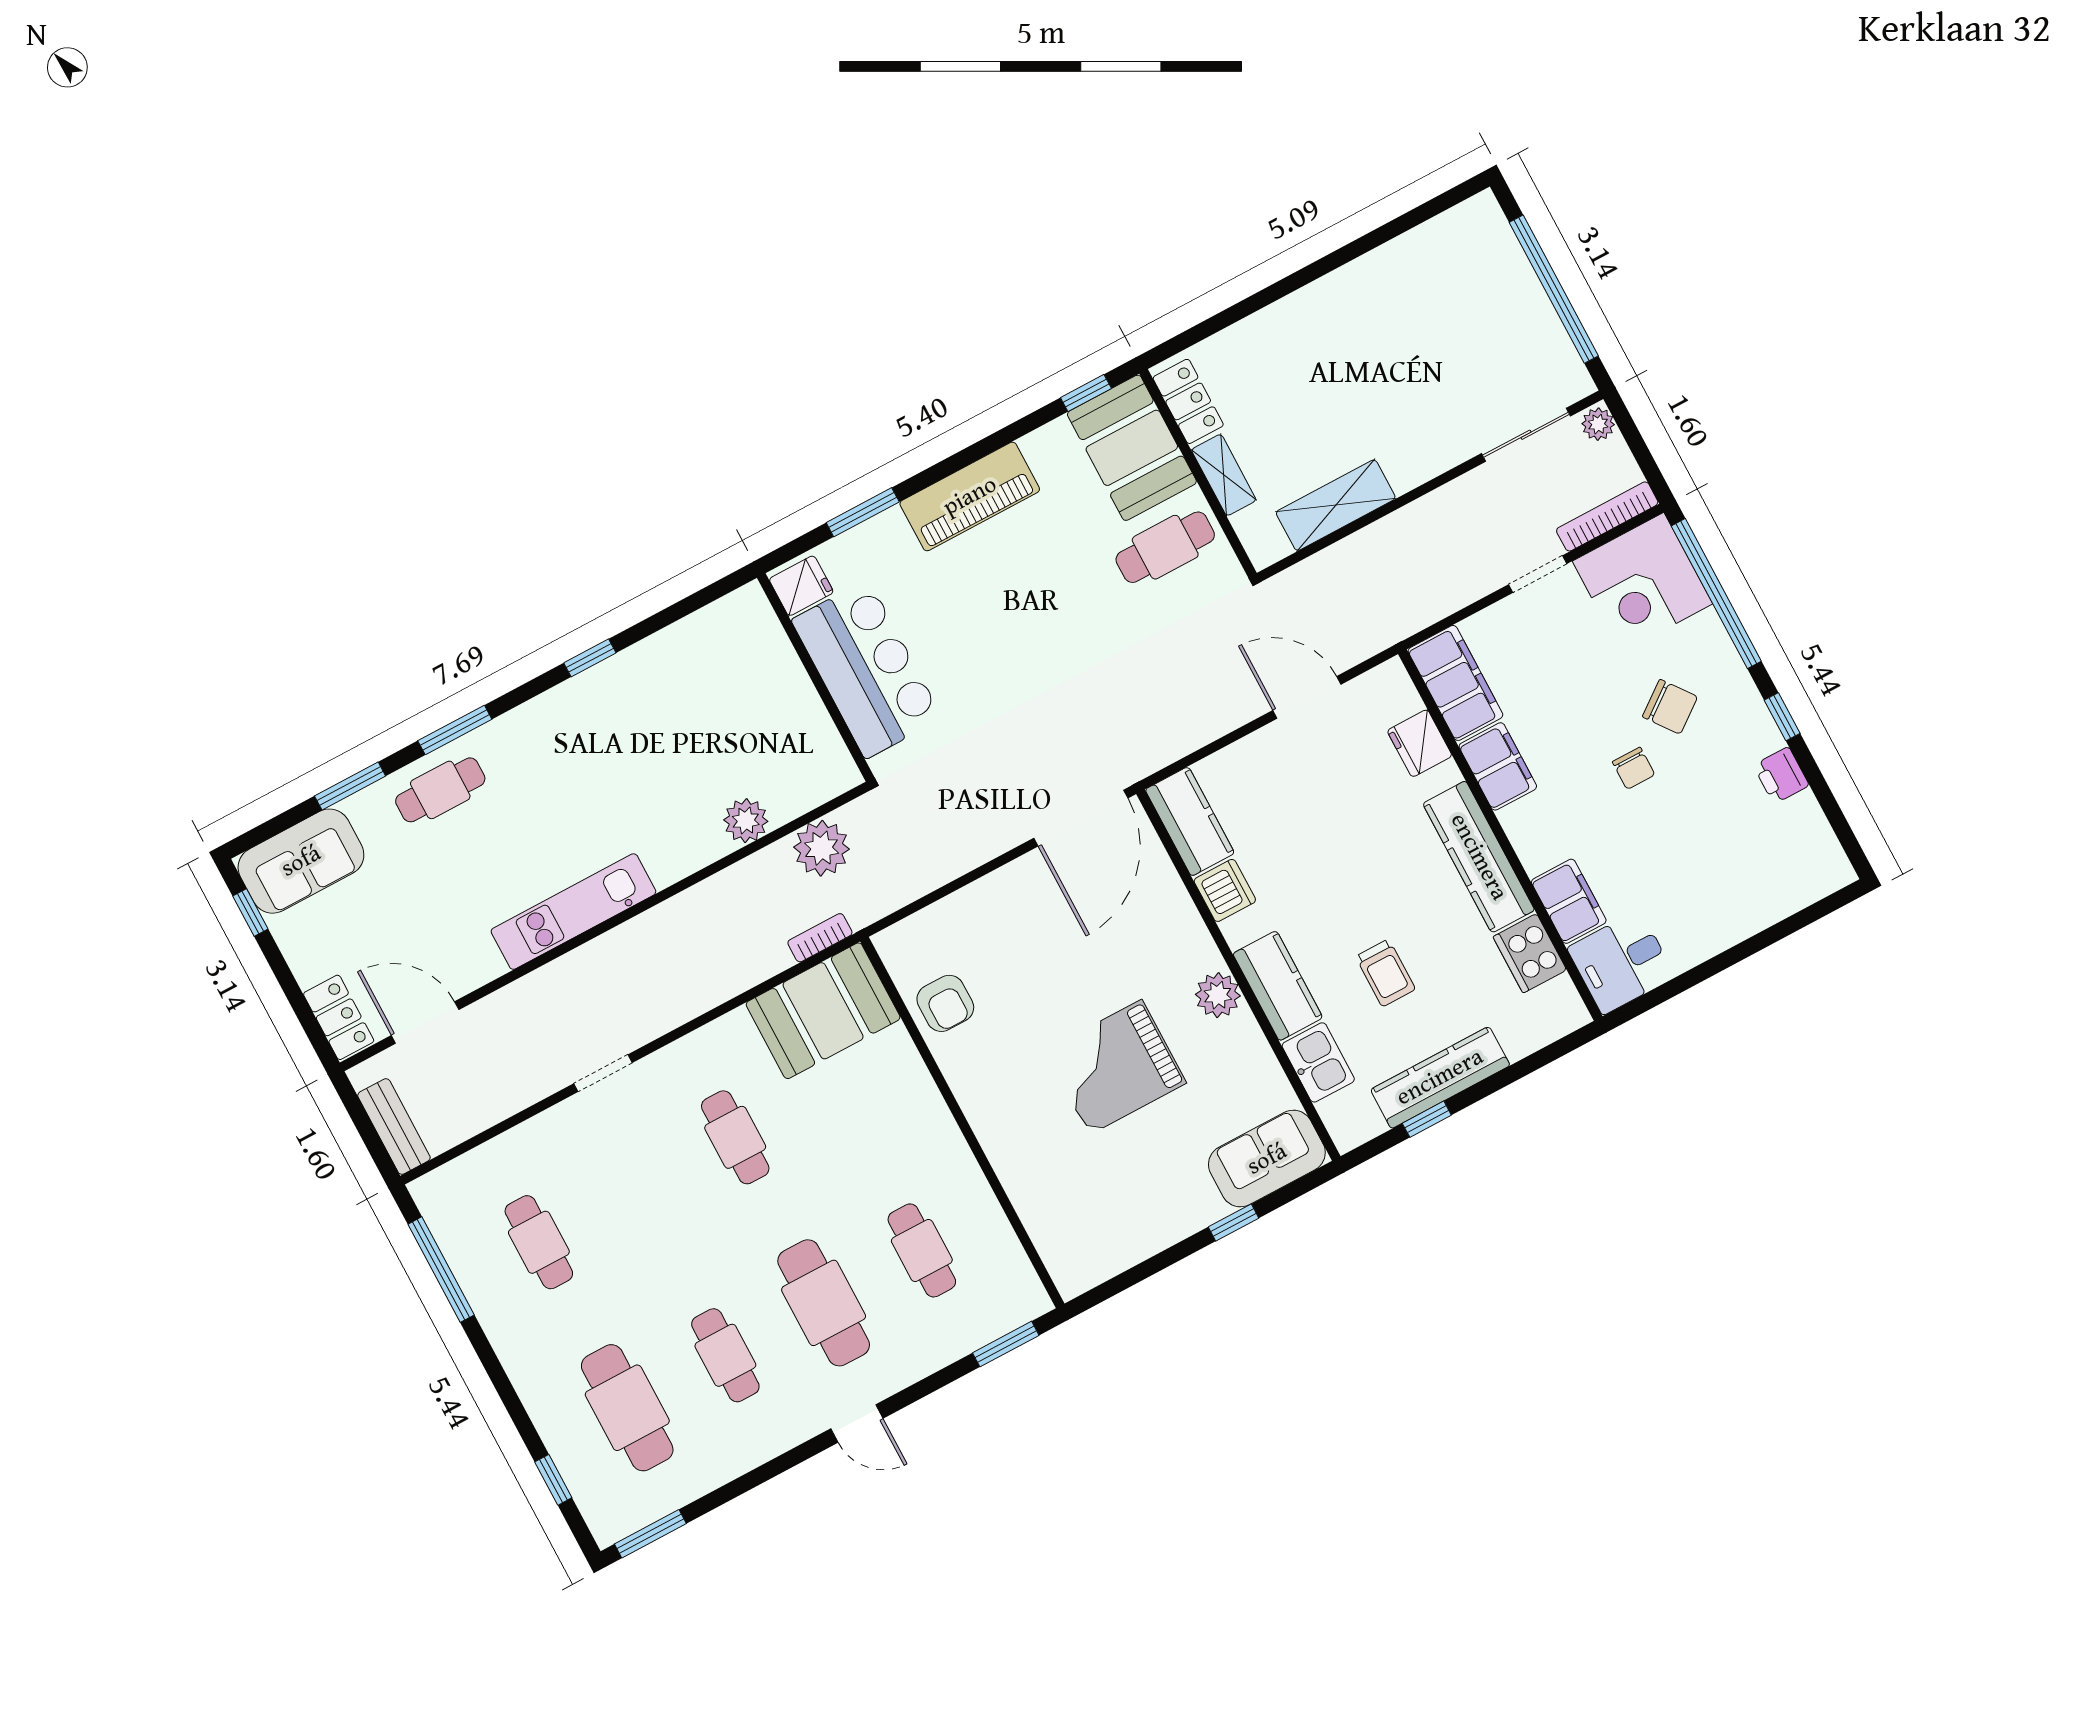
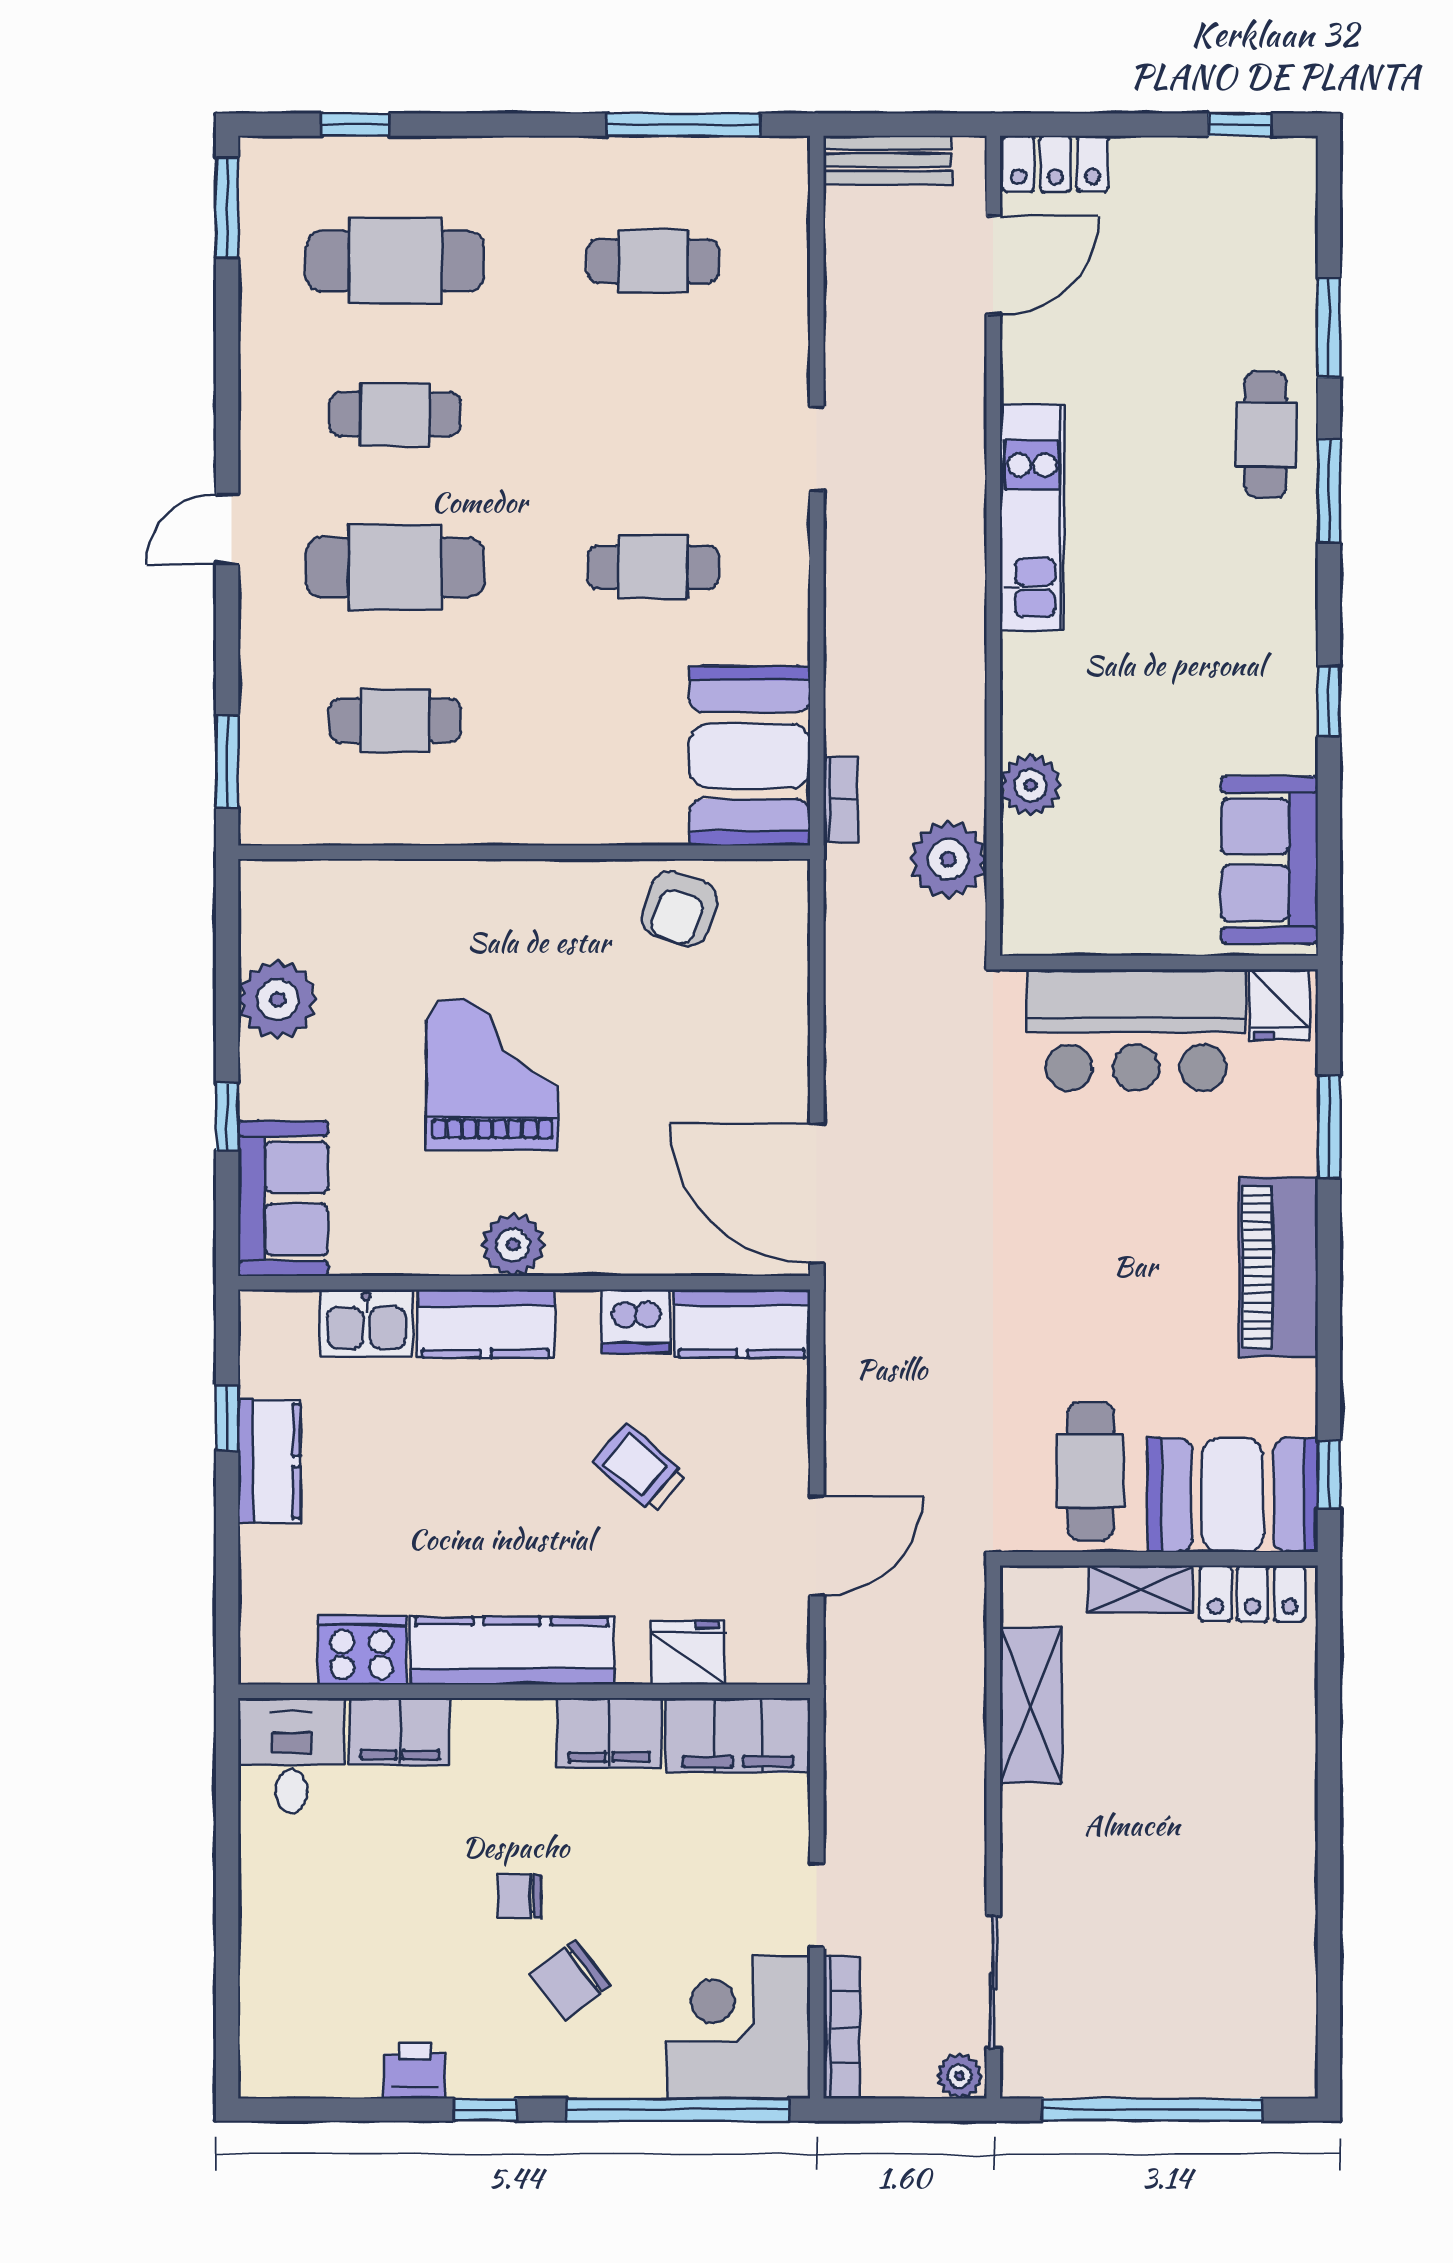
sofa: (301, 861) -> (1270, 860), moved
trolley: (1385, 973) -> (640, 1468), moved, turned 40
armchair: (945, 1003) -> (680, 909), turned -72
kitchen counter: (1440, 1077) -> (269, 1461), width x0.67
plant: (1141, 1230) -> (278, 1000), added

